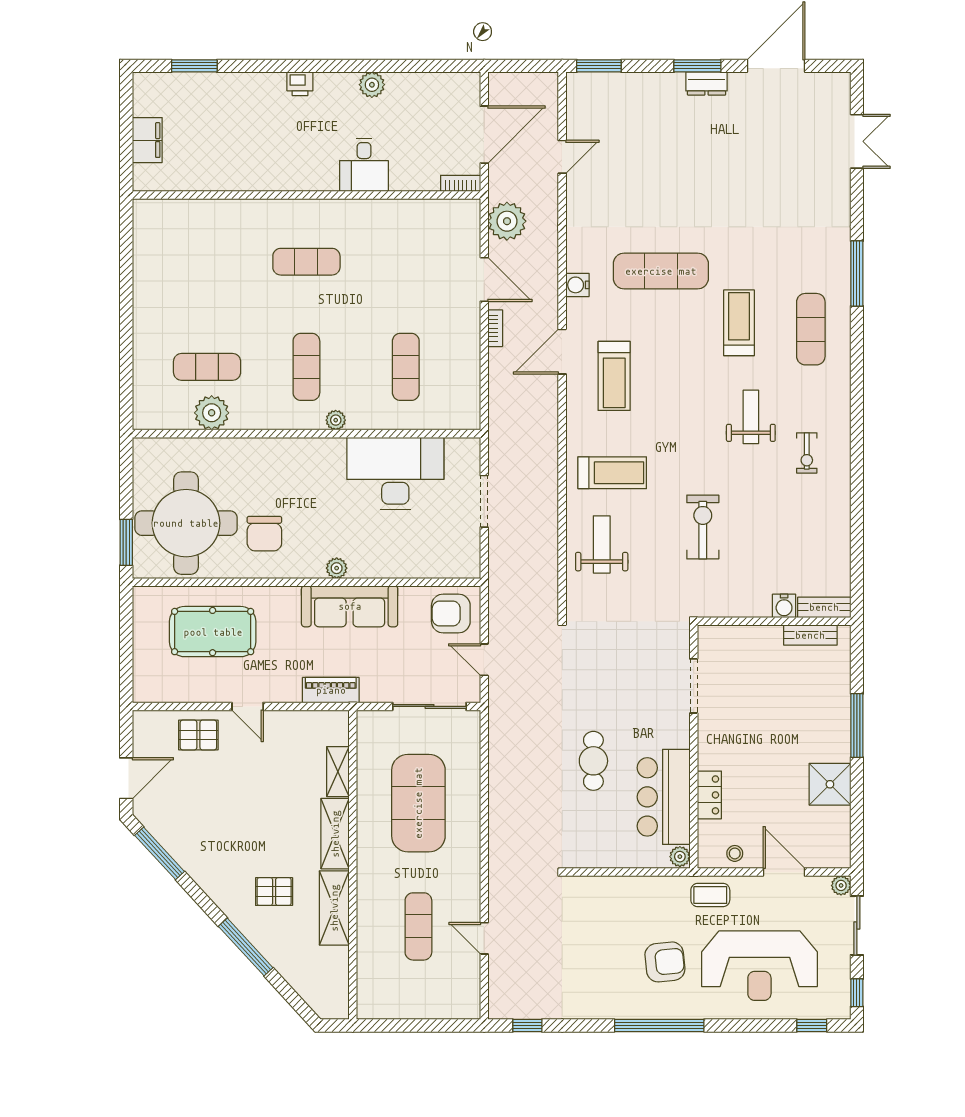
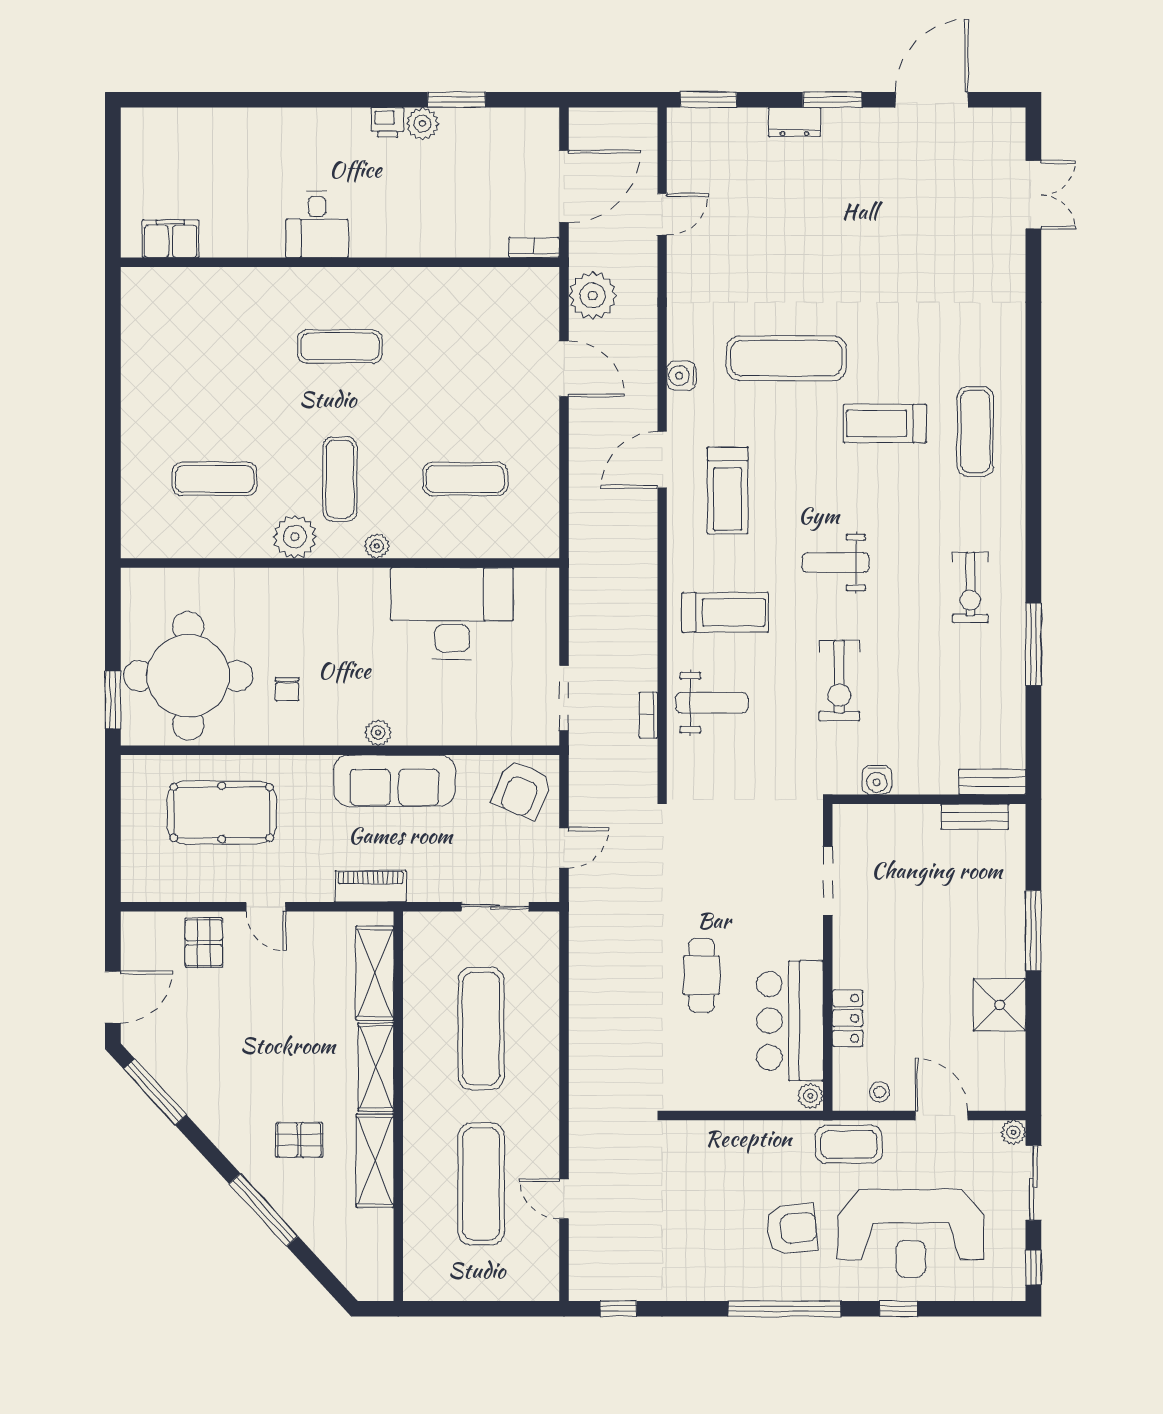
window: (194, 66) -> (456, 100), moved
printer: (300, 84) -> (387, 122), moved
dresser: (707, 84) -> (795, 122), moved
filing cabinet: (147, 140) -> (171, 239), moved, turned -90
desk: (364, 165) -> (317, 224), moved
window: (857, 273) -> (1033, 644), moved
treadmill: (739, 323) -> (885, 423), turned -90
bookcase: (495, 328) -> (648, 715), moved, turned 180
exercise mat: (406, 367) -> (465, 479), turned 90
plant: (212, 413) -> (295, 537), moved
weight bench: (751, 417) -> (836, 562), moved, turned -90
exercise bike: (807, 453) -> (970, 587), width x1.38, depth x1.39
doorway: (484, 501) -> (564, 698), moved
exercise bike: (703, 527) -> (839, 681), turned 180
chair: (264, 534) -> (287, 689), width x0.54, depth x0.54
weight bench: (602, 544) -> (712, 703), turned 90
water cooler: (784, 606) -> (877, 780), moved
armchair: (451, 613) -> (522, 790), turned -67
door: (484, 660) -> (564, 848), swing flipped
sliding door: (429, 706) -> (495, 907), width x0.73
pallet: (198, 735) -> (204, 943), turned 90
shelving: (338, 772) -> (375, 973), width x1.50, depth x1.33
exercise mat: (418, 803) -> (481, 1029), width x0.68
coffee table: (710, 895) -> (849, 1144), width x1.36, depth x1.30
exercise mat: (418, 926) -> (481, 1184), width x1.36, depth x1.45
window: (812, 1026) -> (899, 1309), moved

